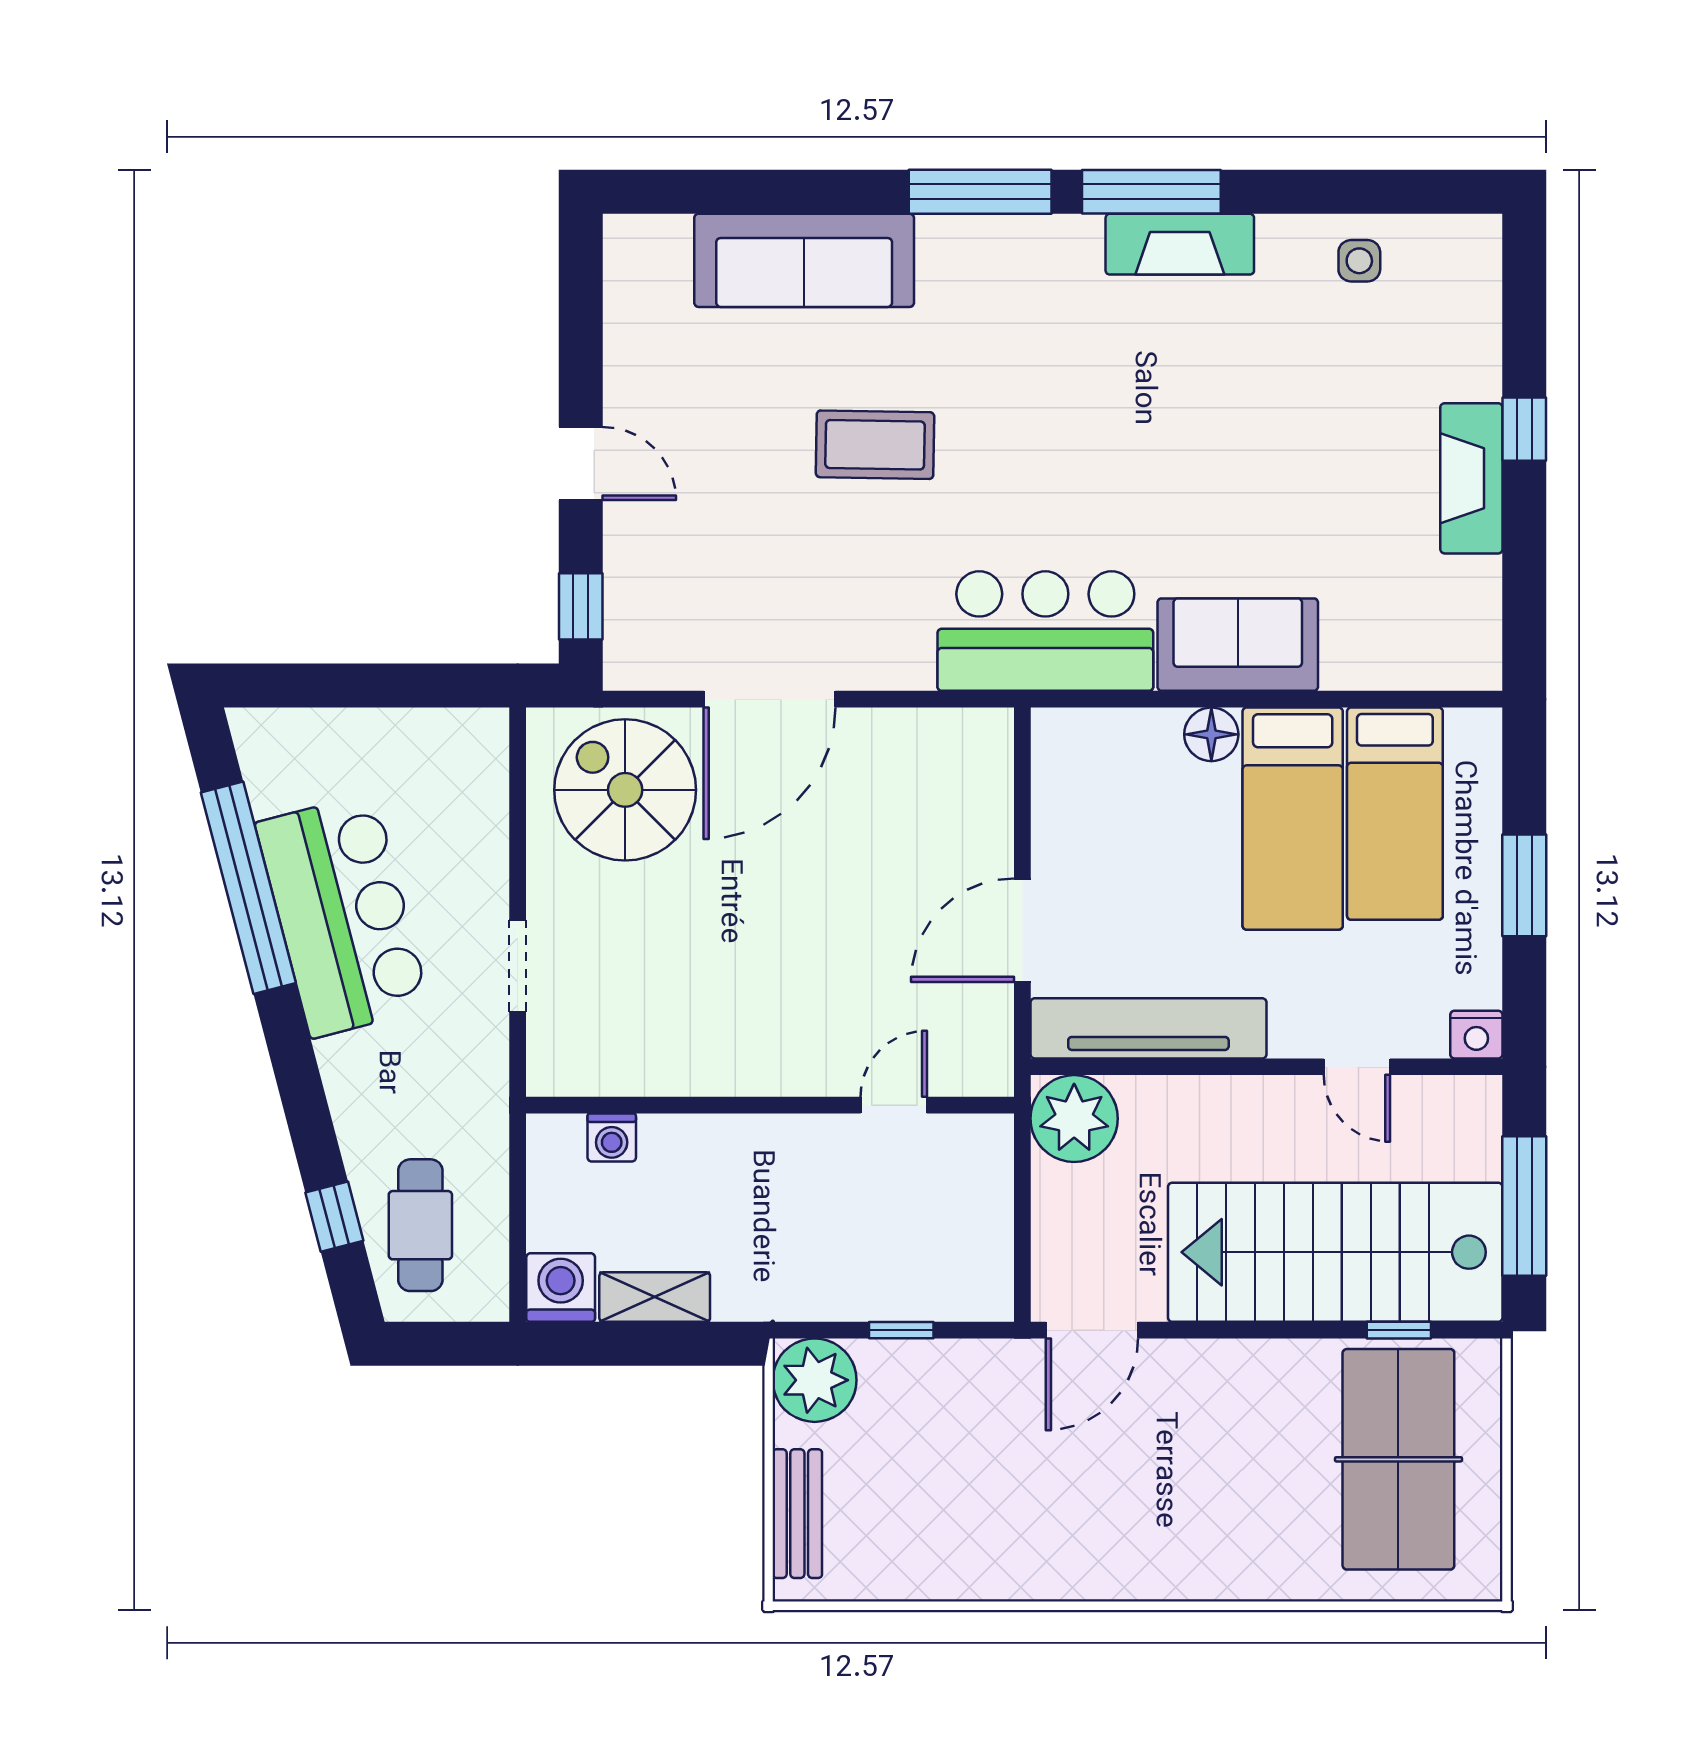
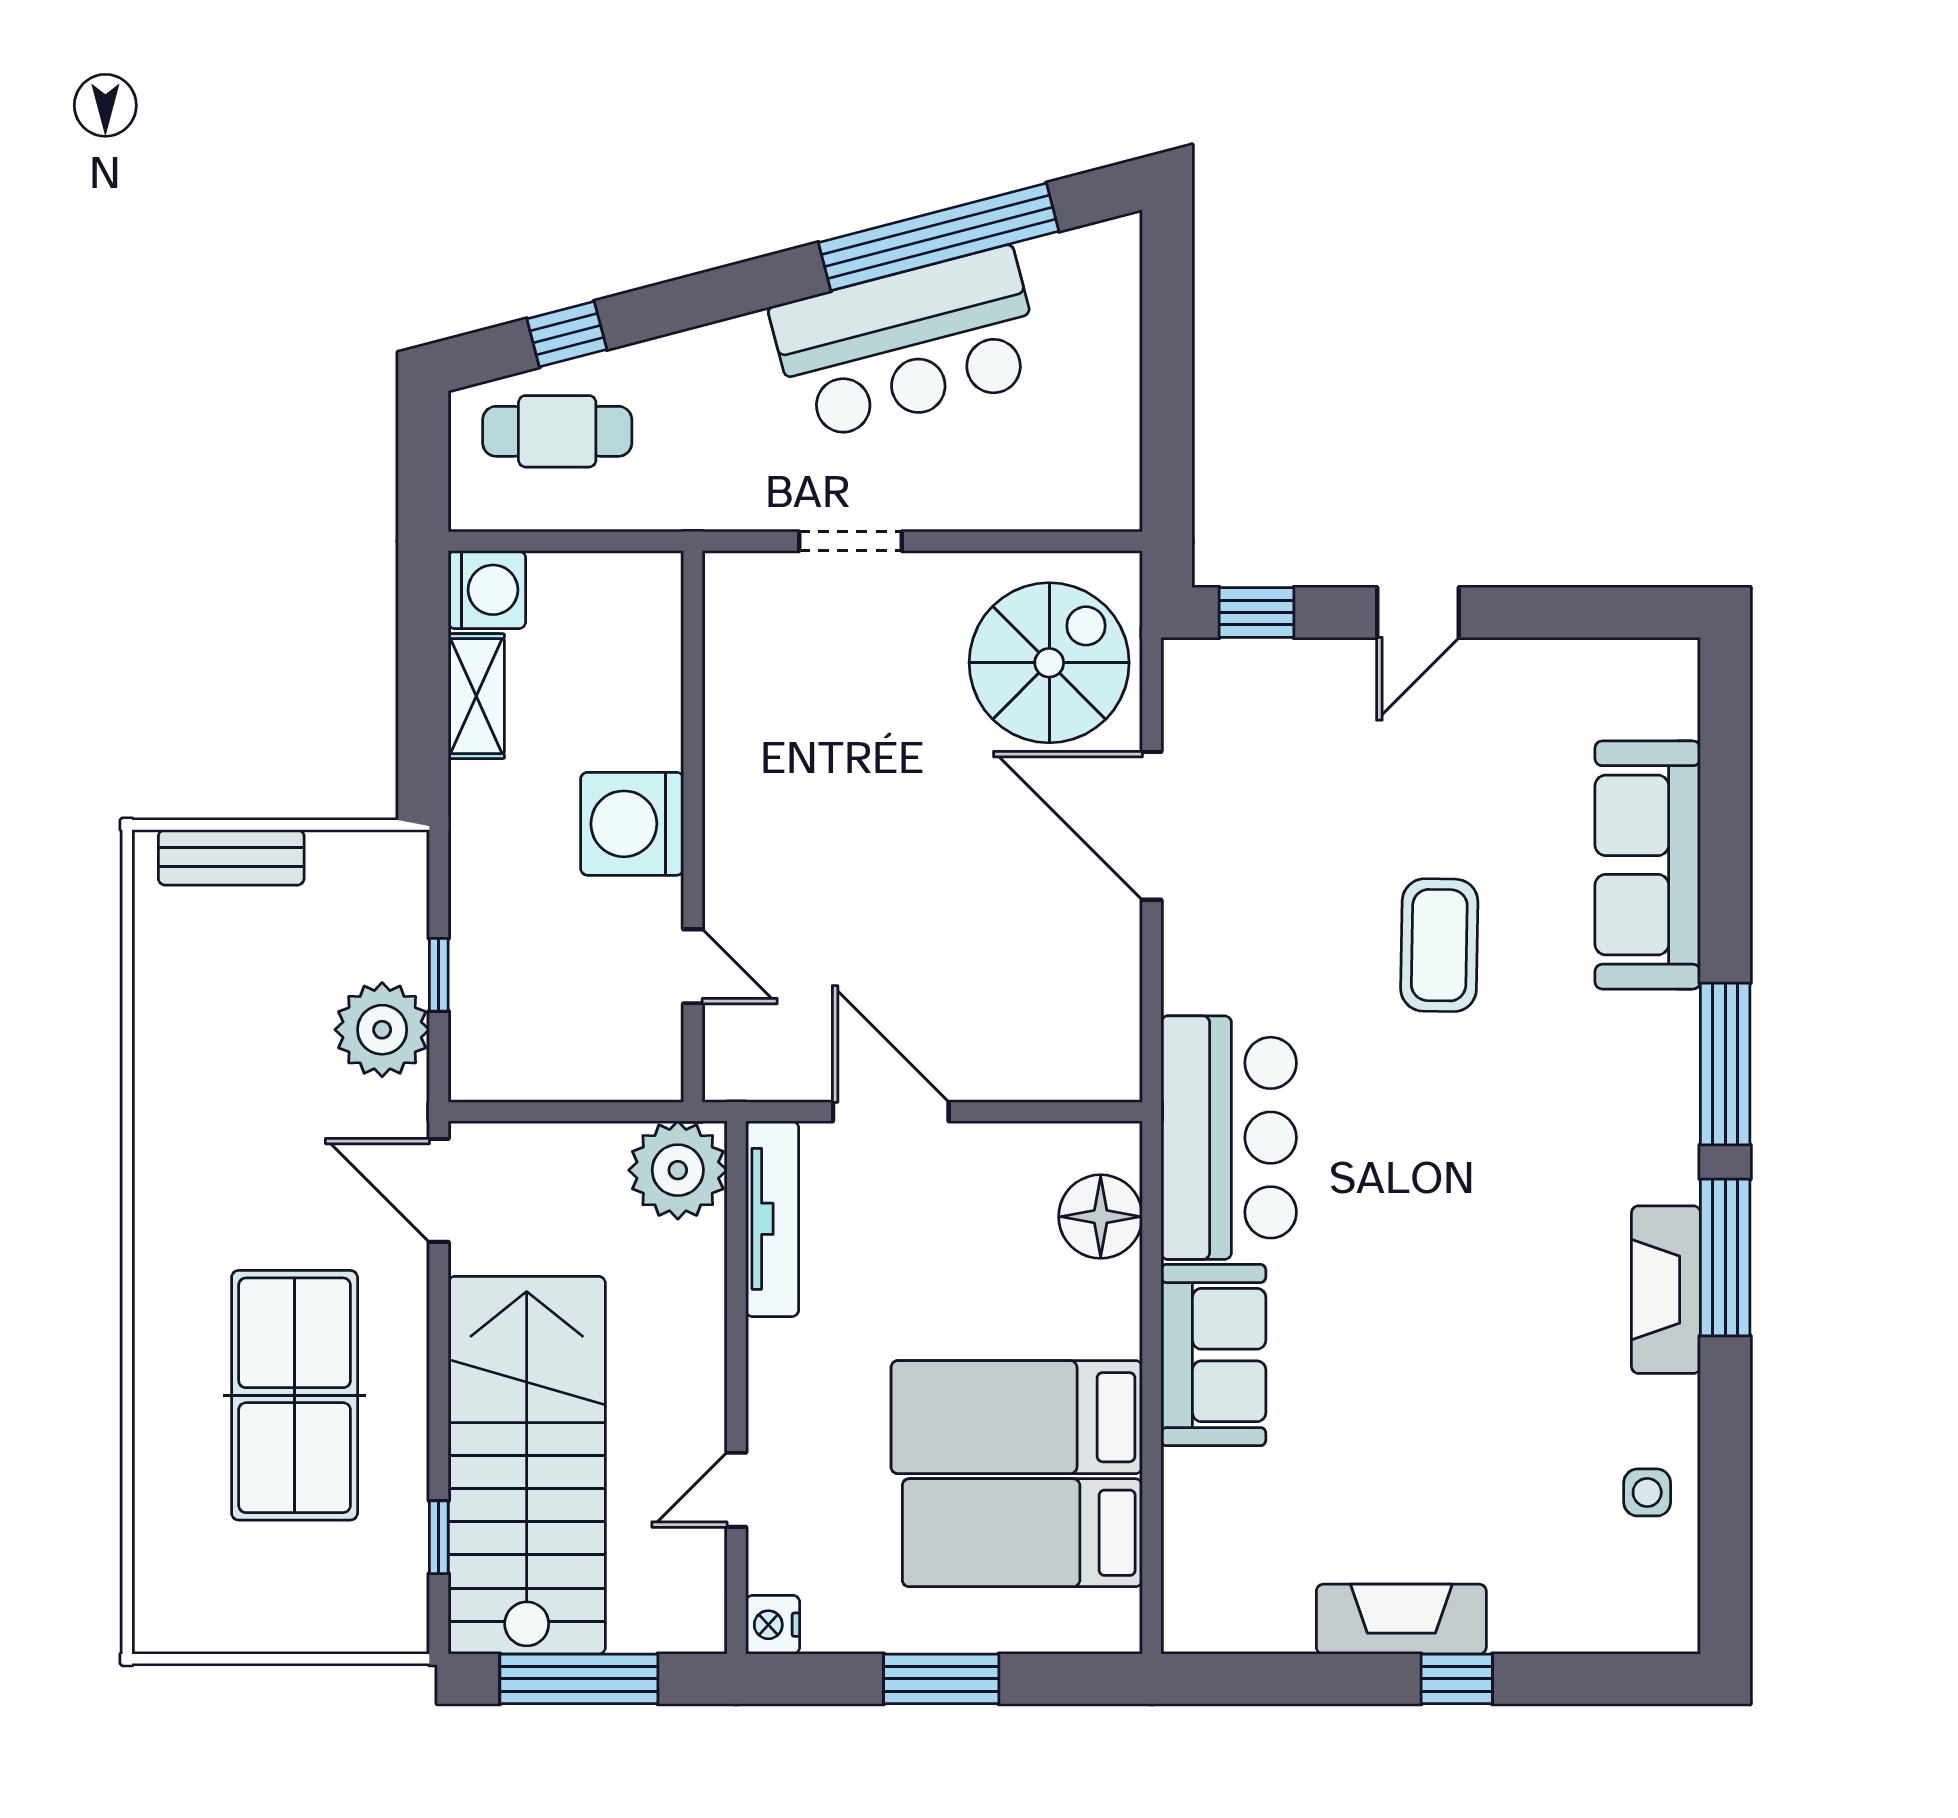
floor lamp: (1211, 734) -> (1101, 1217), moved, width x1.38, depth x1.38
tv unit: (1148, 1028) -> (772, 1219), width x0.73, depth x0.78
washing machine: (612, 1138) -> (632, 824), moved, width x1.89, depth x1.89
plant: (815, 1380) -> (382, 1030), moved
table tennis table: (1398, 1459) -> (295, 1395), moved, turned 90

